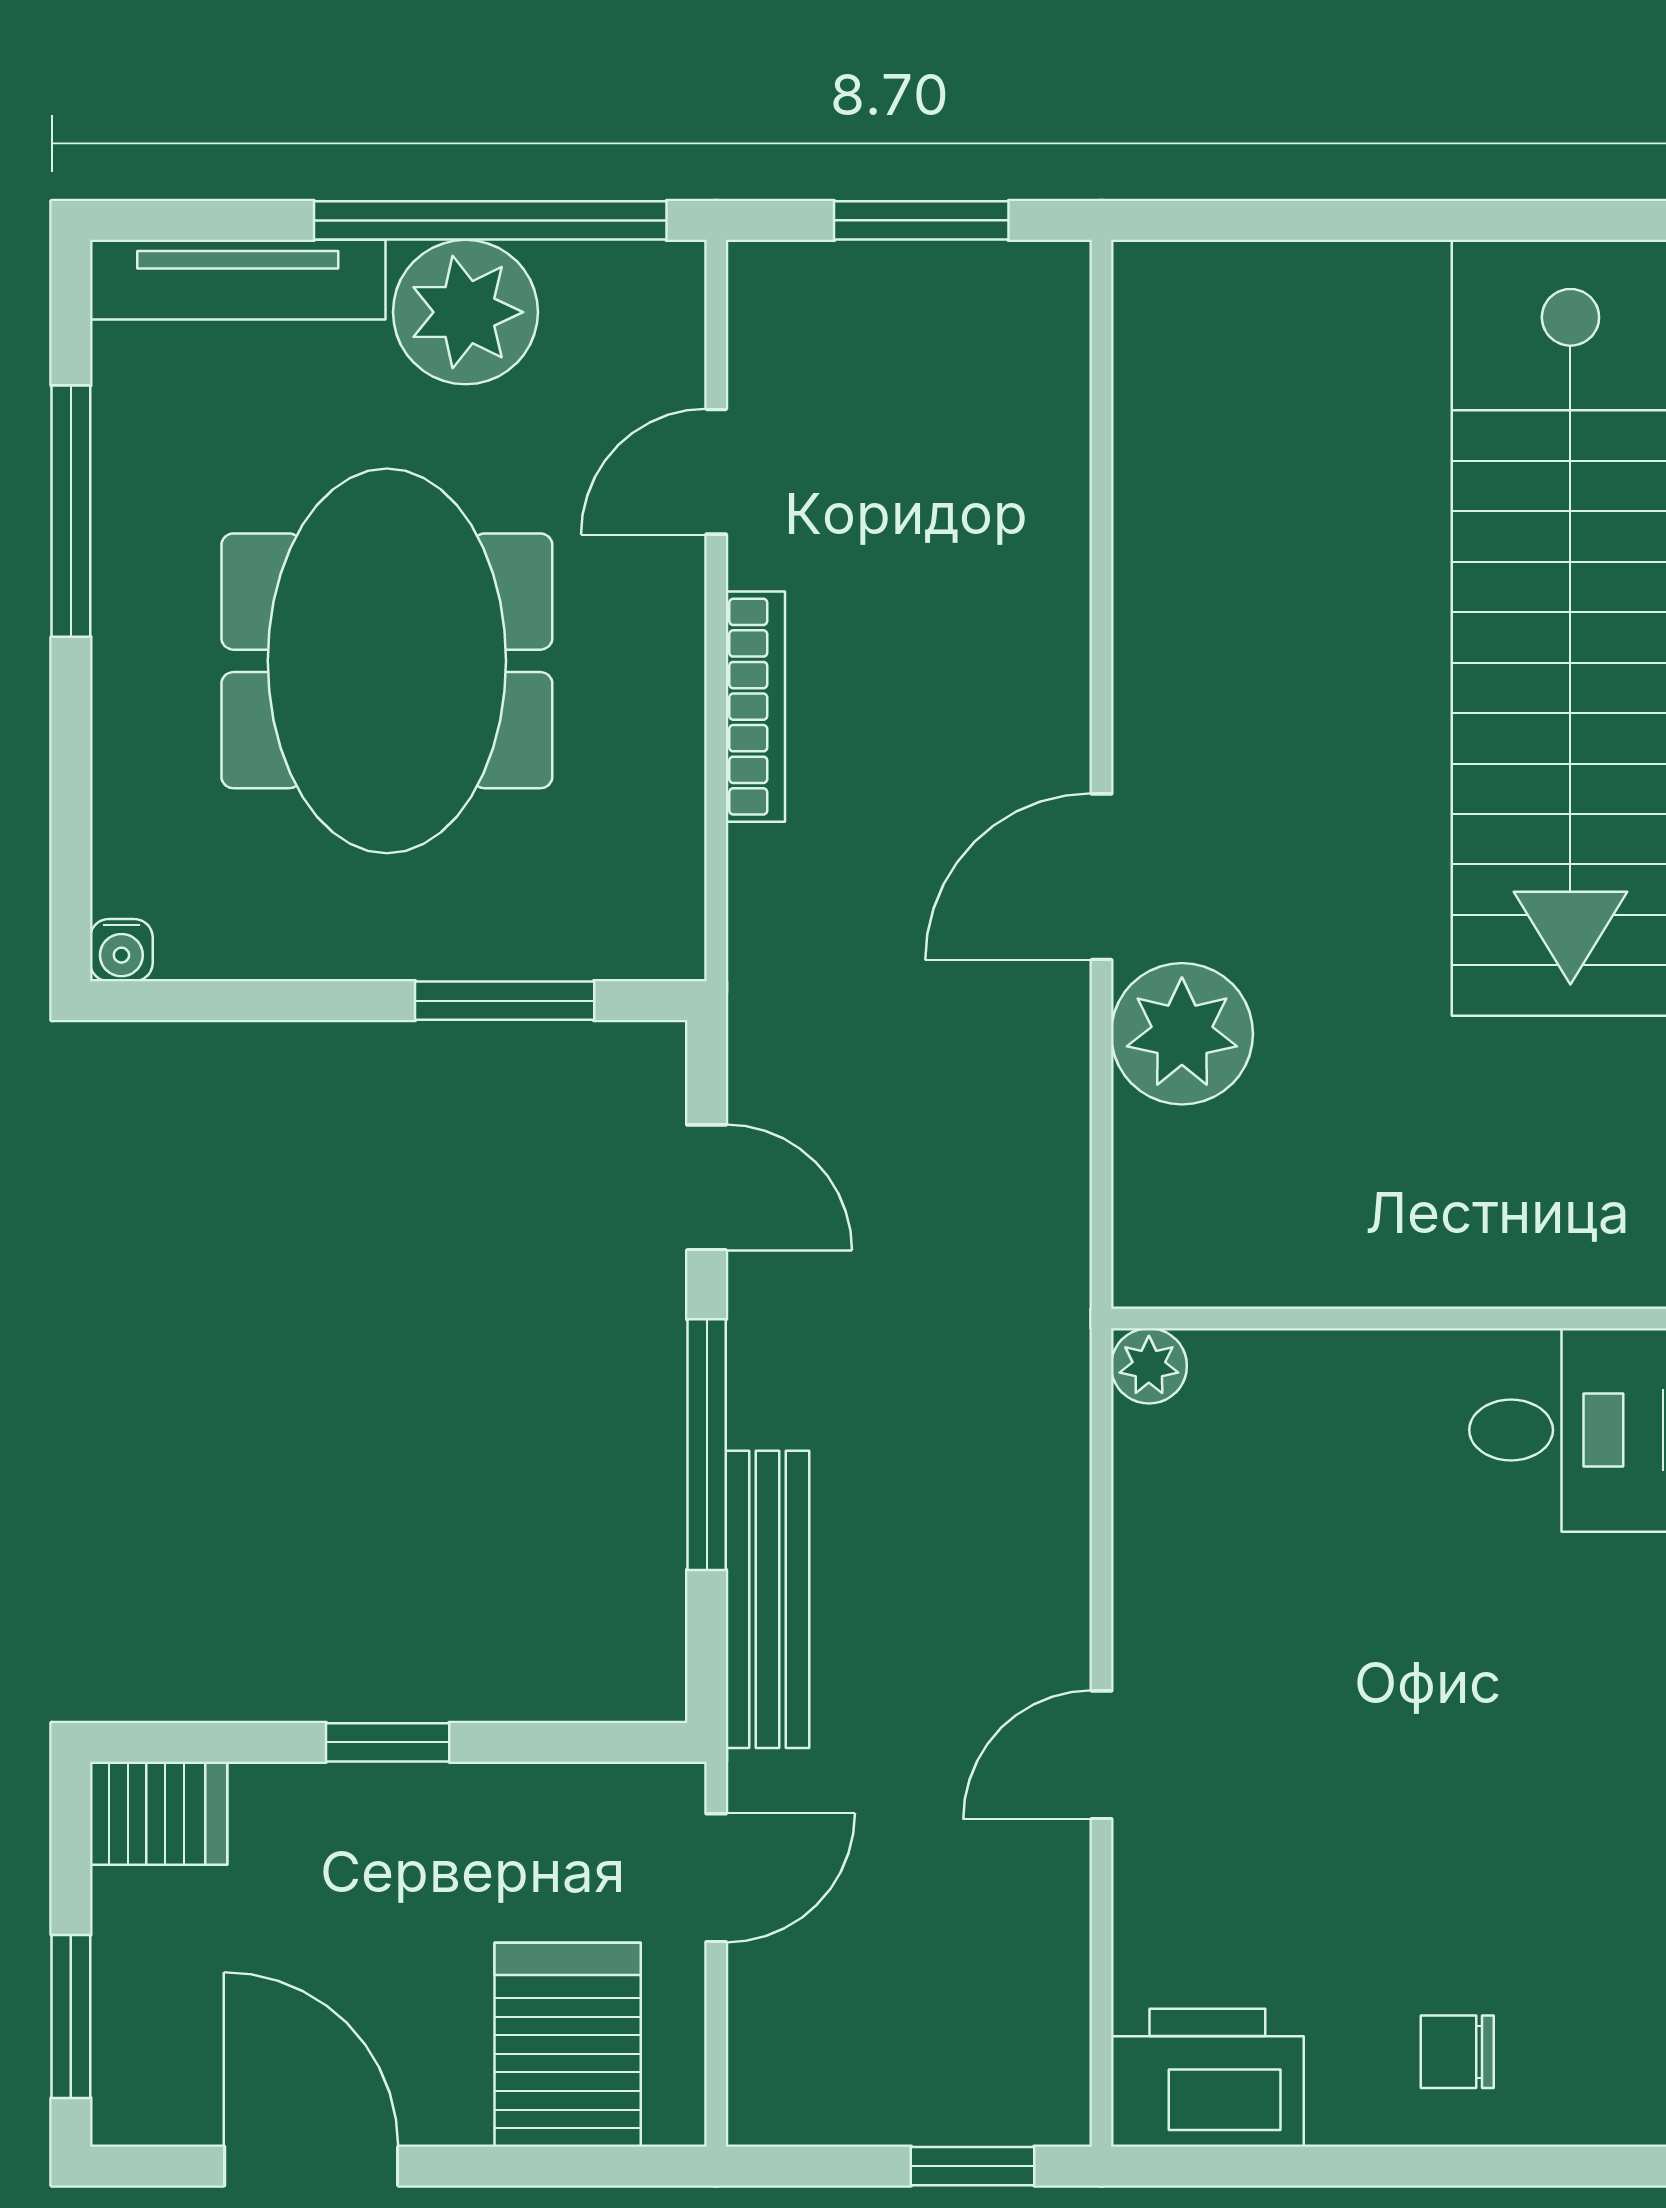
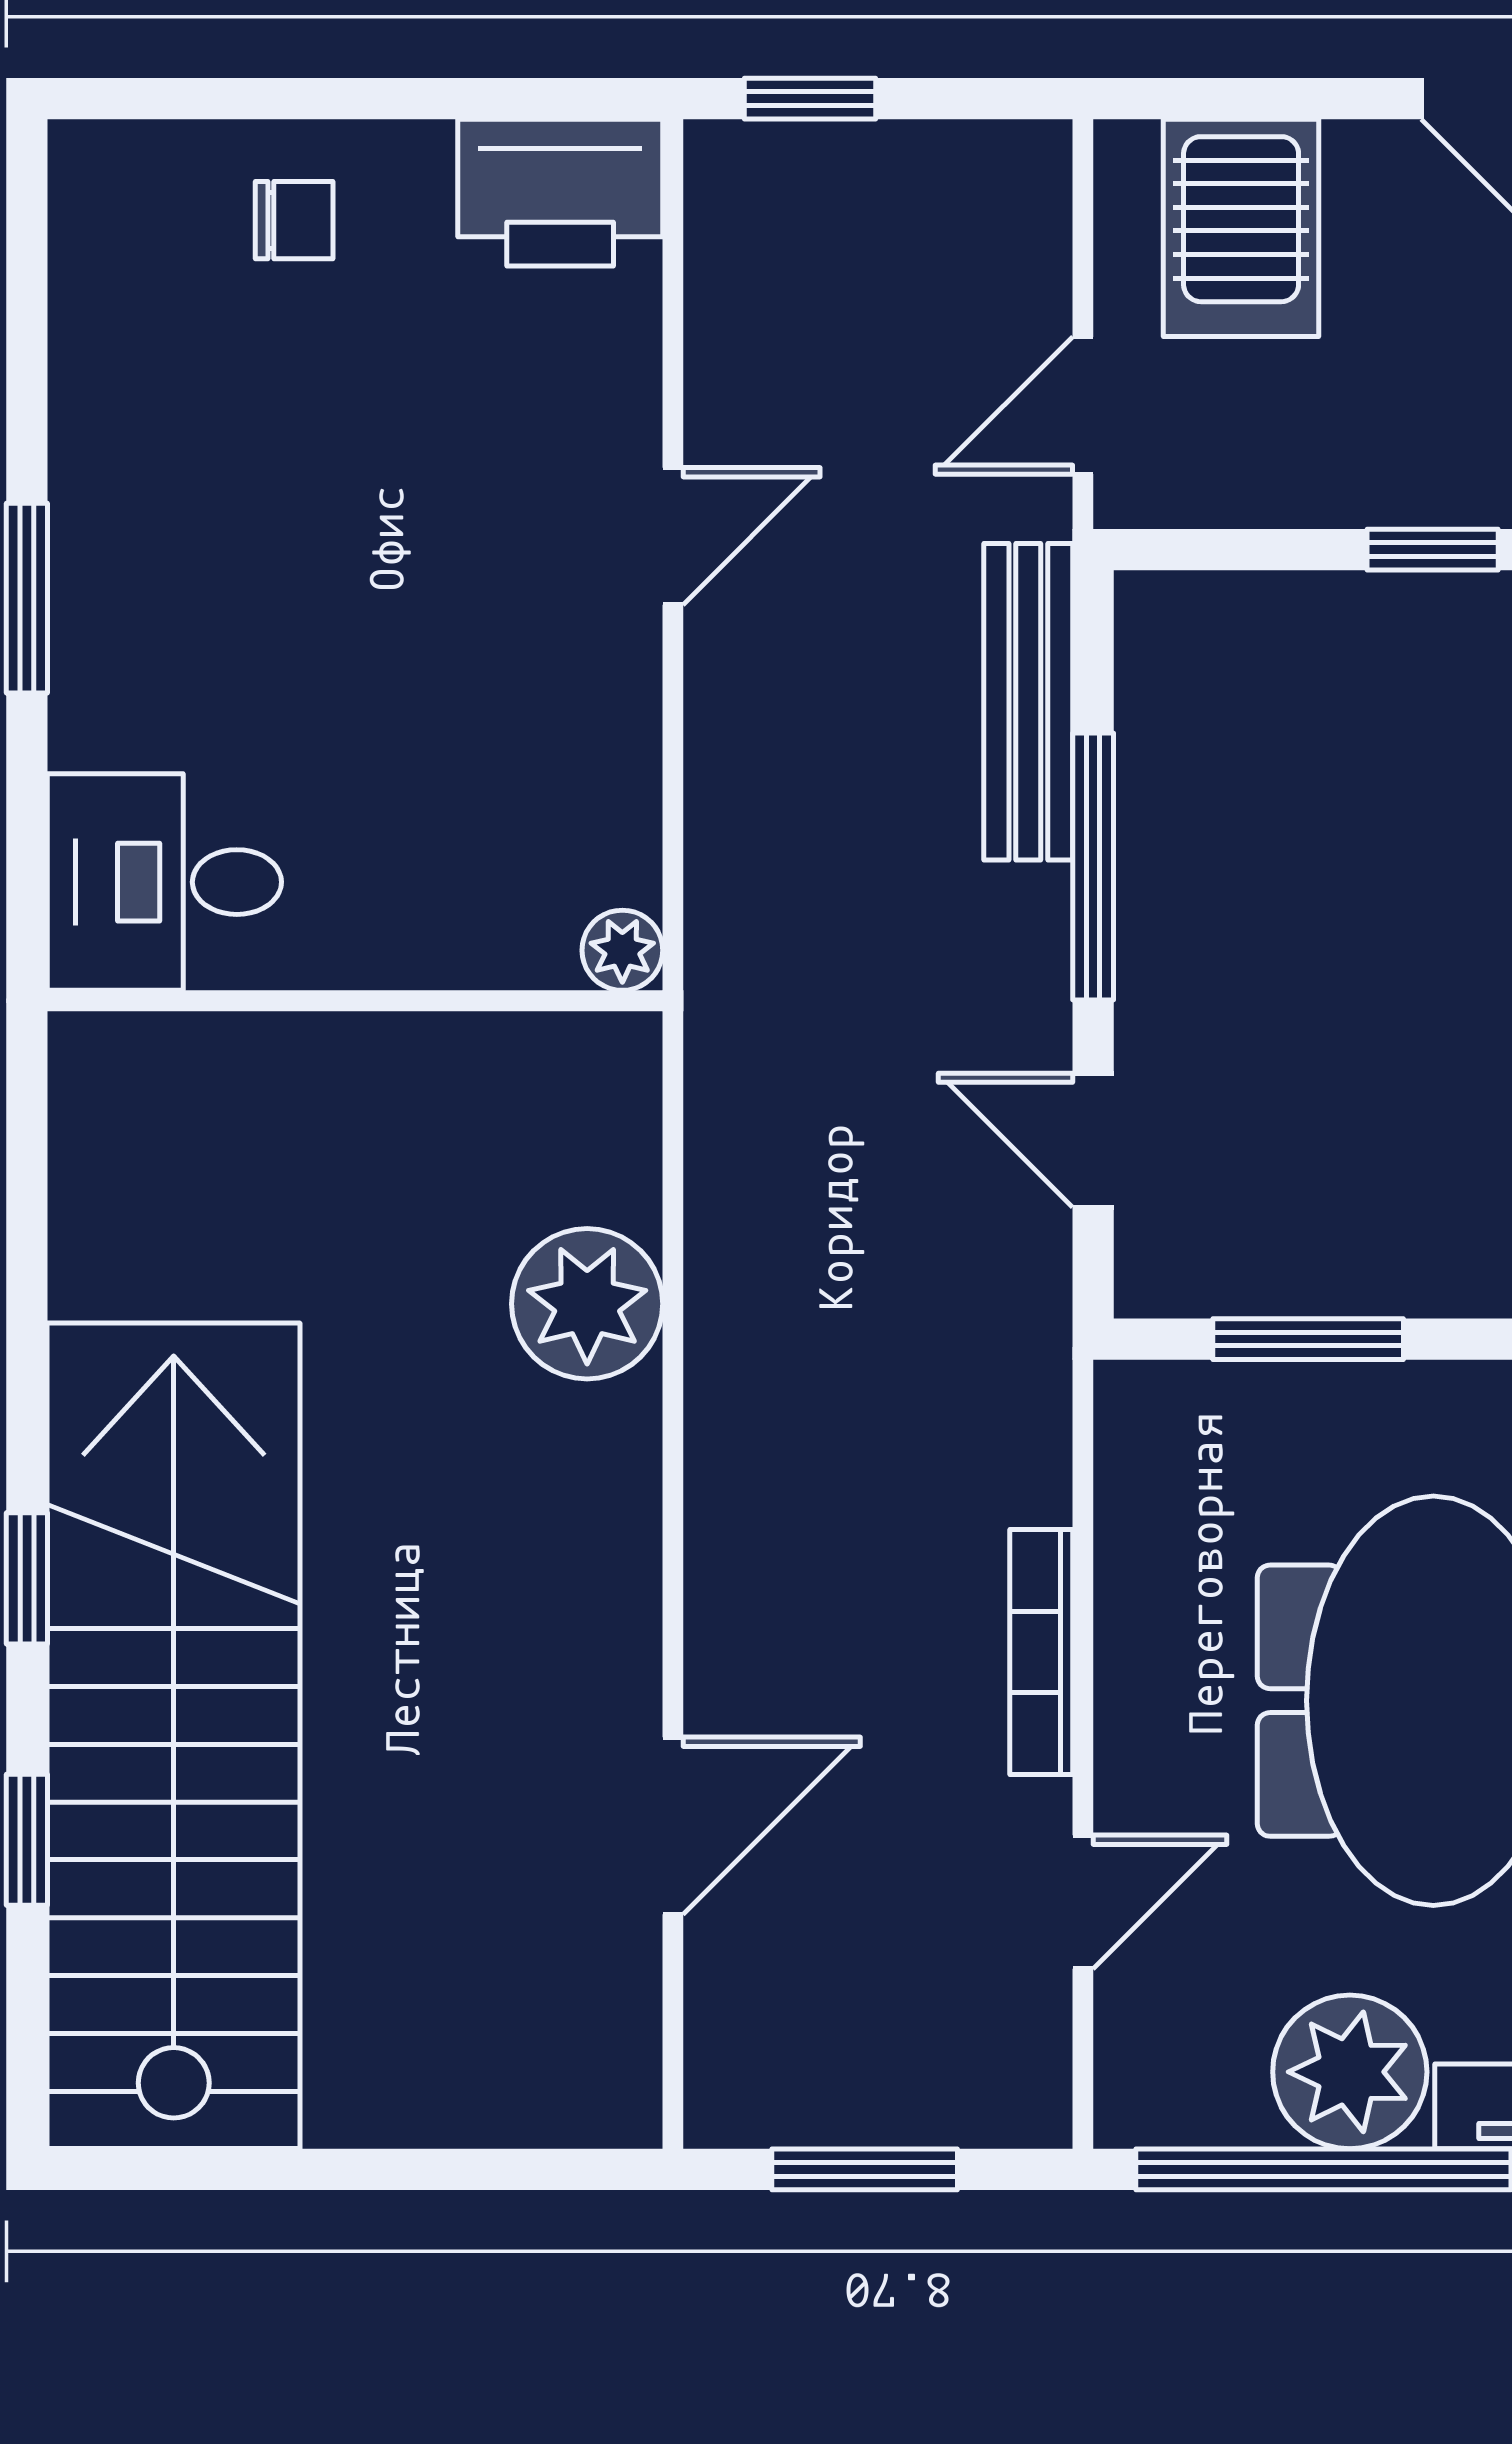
door: (1102, 877) -> (673, 1826), moved

